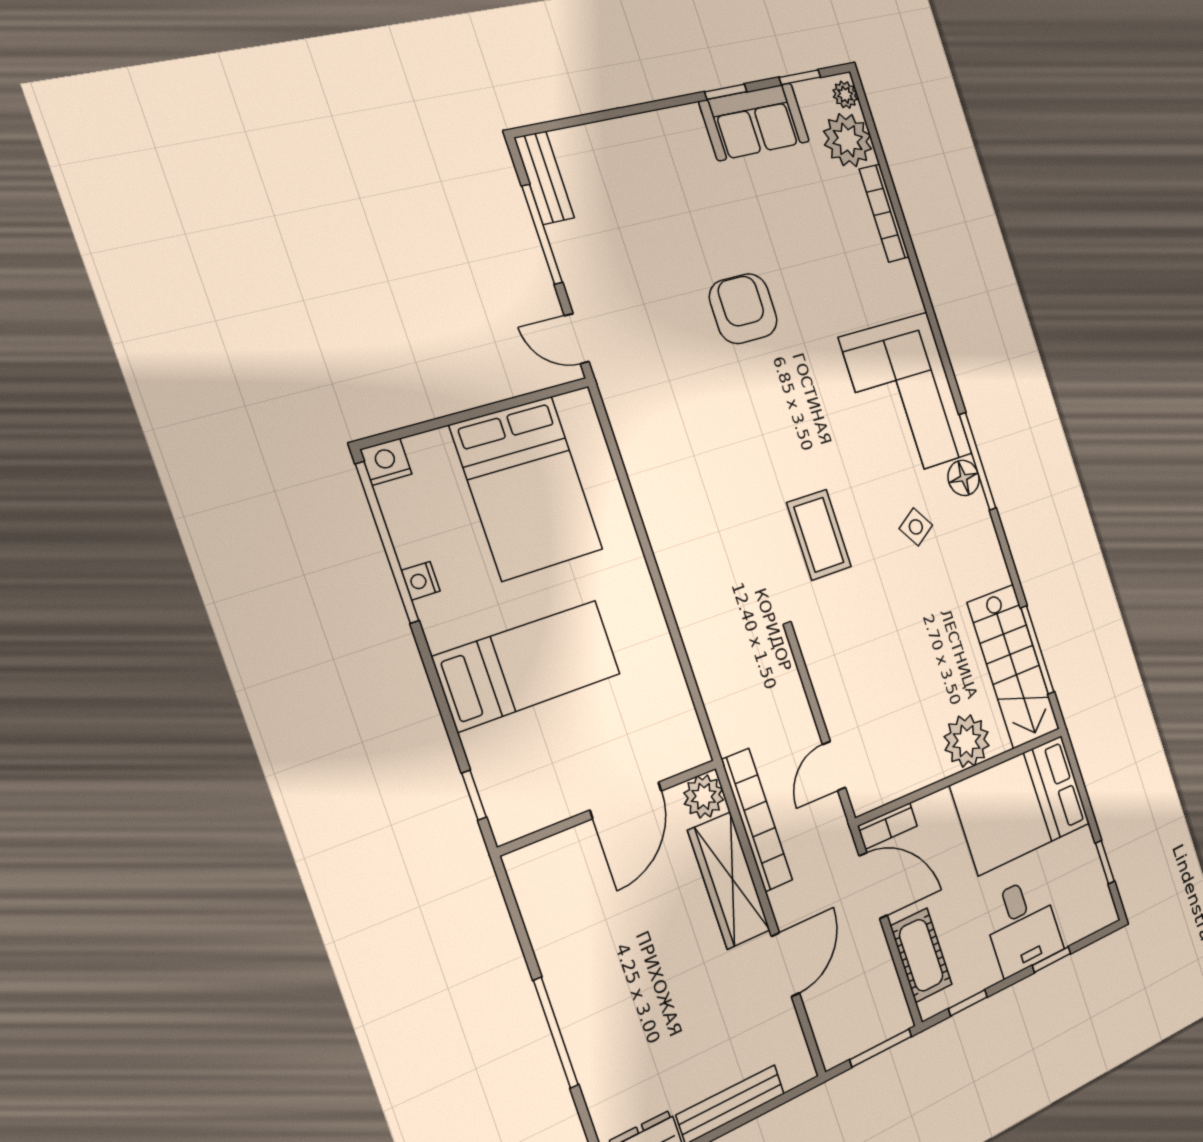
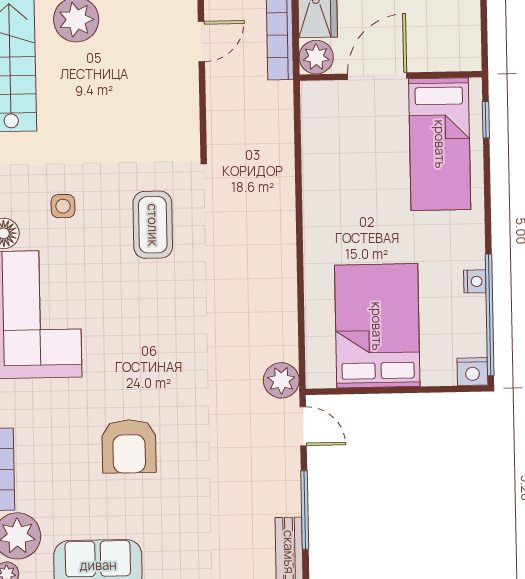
armchair: (743, 309) -> (129, 446), moved
plant: (620, 389) -> (281, 380), added
side table: (916, 527) -> (63, 206), turned 33
bed: (528, 665) -> (440, 144), moved, turned -90

